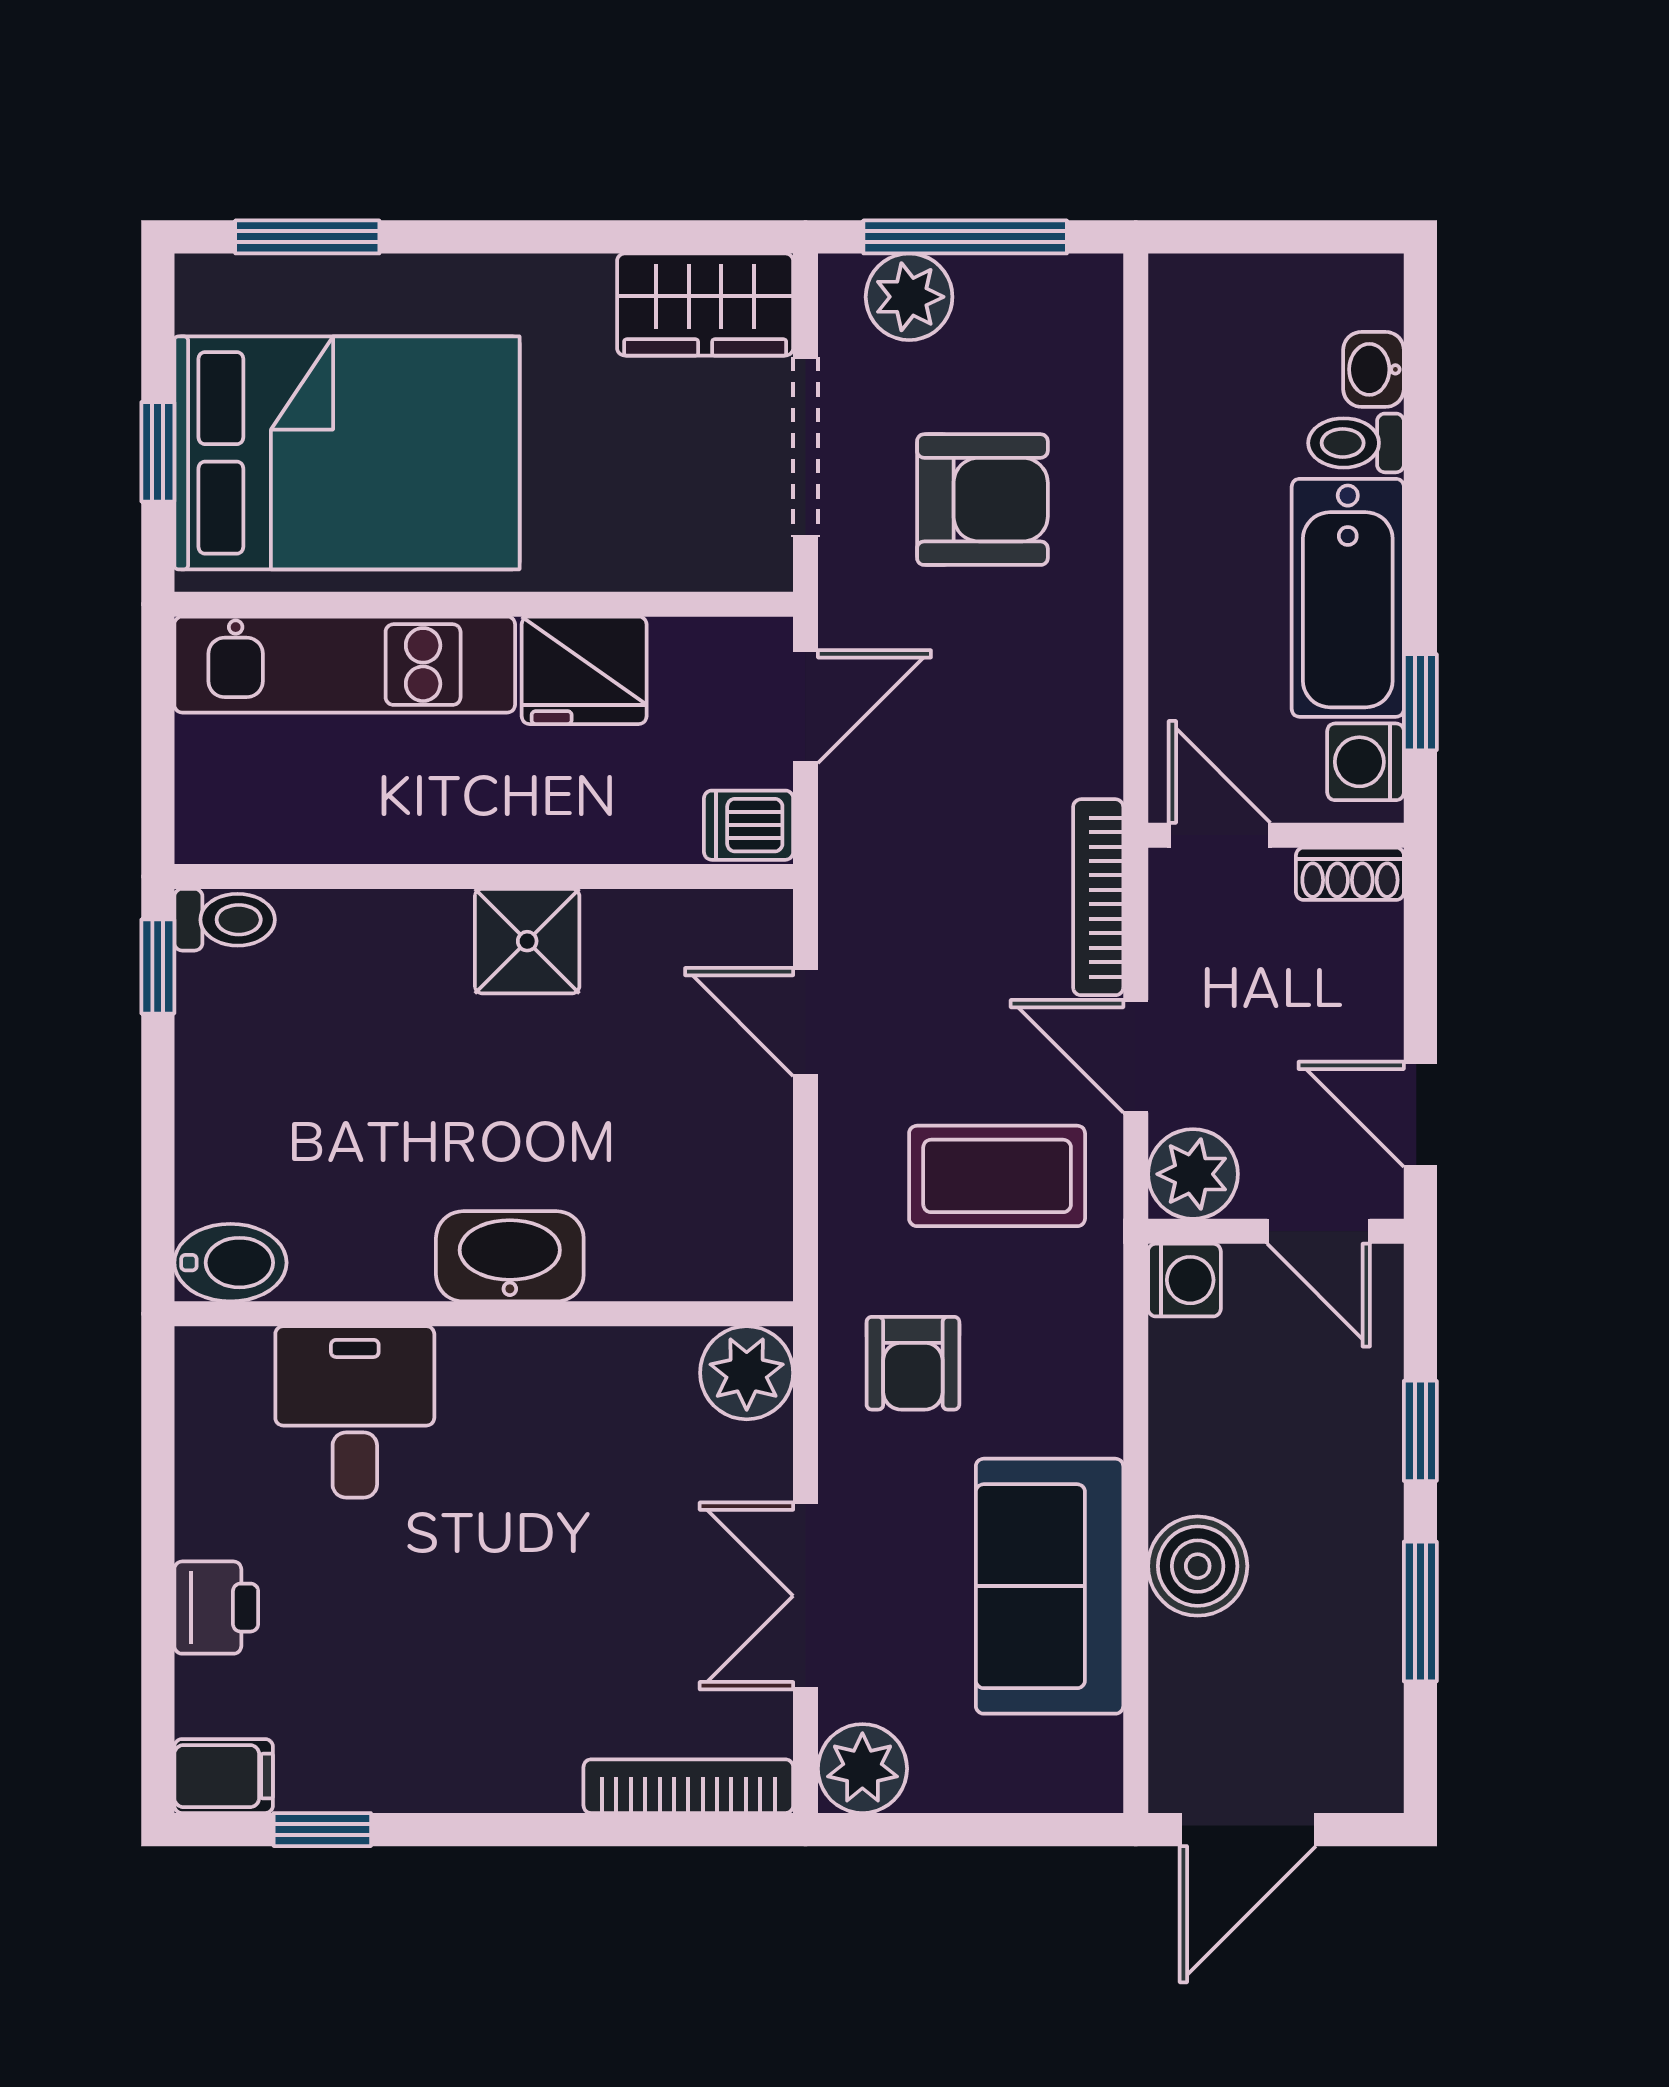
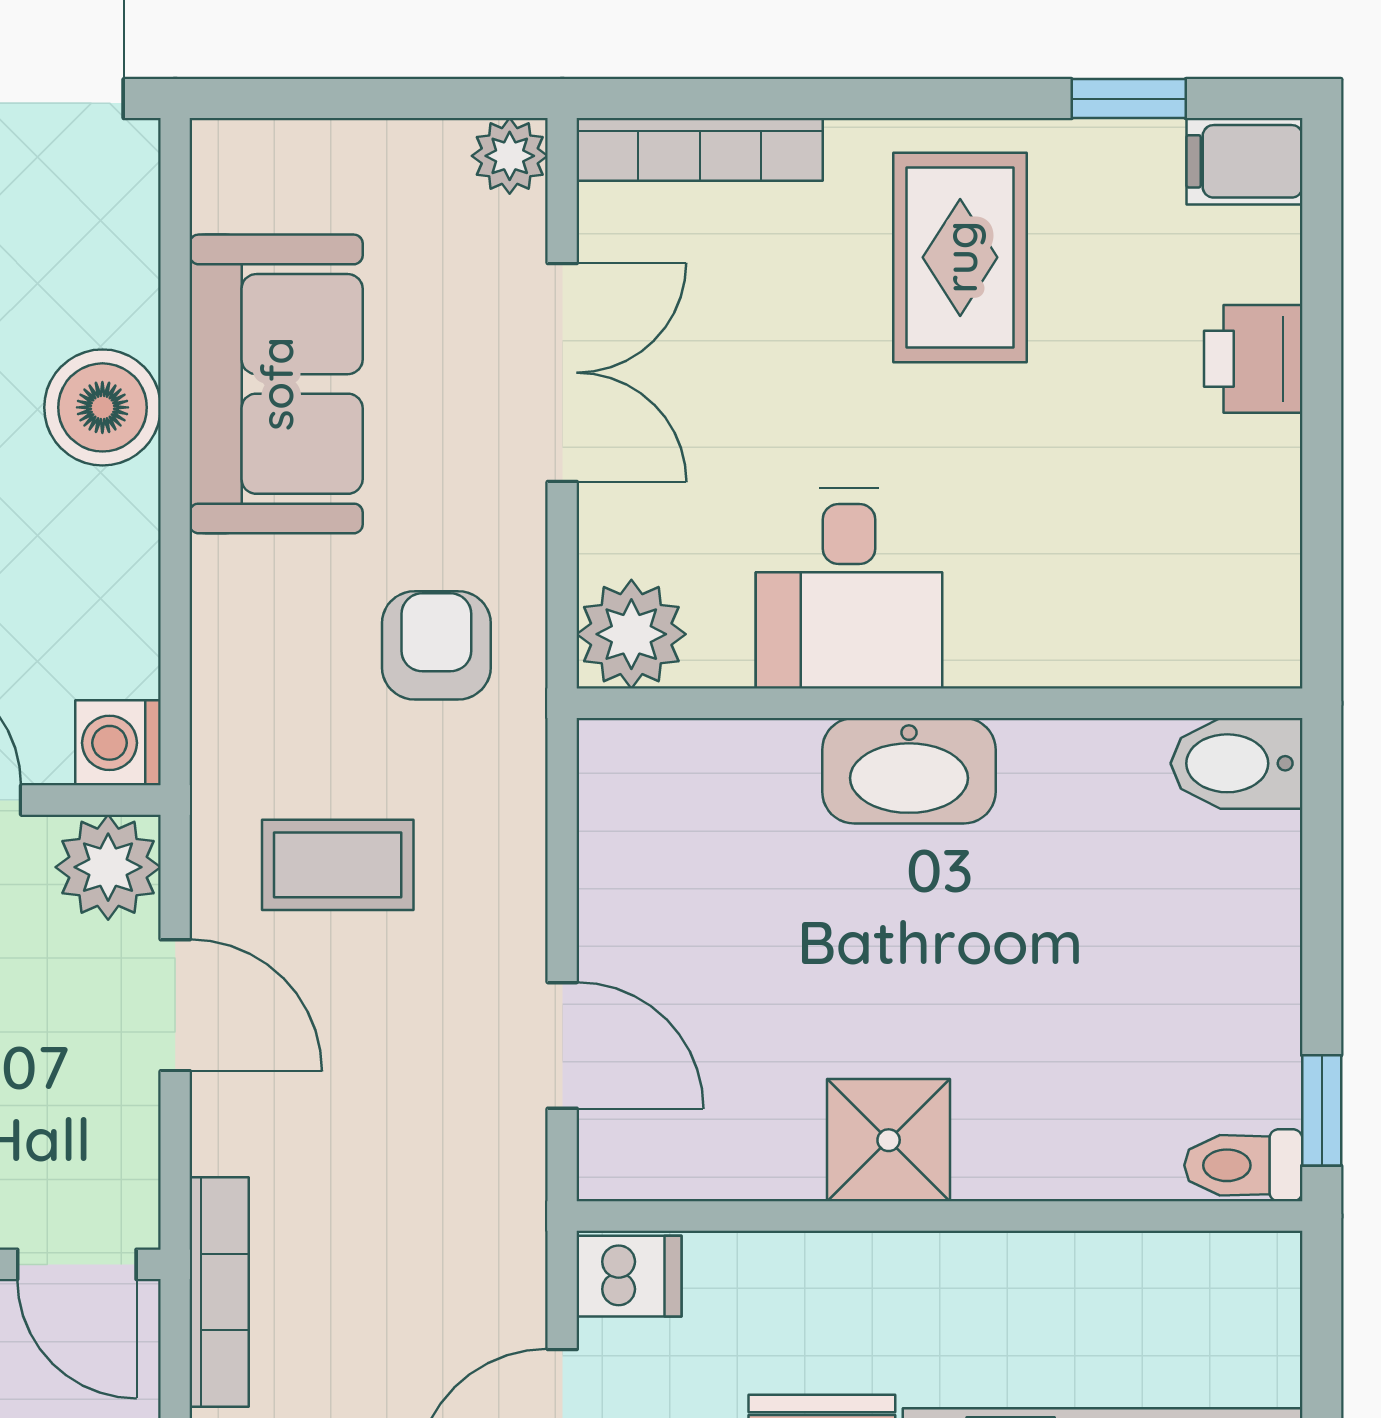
bookcase: (1098, 897) -> (219, 1292), moved
coffee table: (997, 1176) -> (338, 865), width x0.73, depth x0.77
desk: (355, 1412) -> (849, 588), moved
rug: (466, 1694) -> (960, 257), added
plant: (862, 1769) -> (510, 156), width x0.73, depth x0.73

